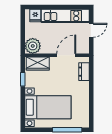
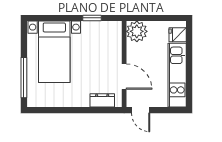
door: (91, 30) -> (141, 110), moved
wardrobe: (38, 64) -> (113, 38), removed

